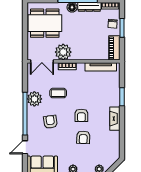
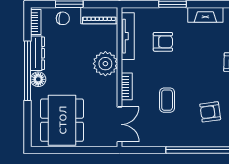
plant: (63, 52) -> (105, 64), moved
plant: (34, 99) -> (176, 136), removed
armchair: (81, 115) -> (163, 42), moved

